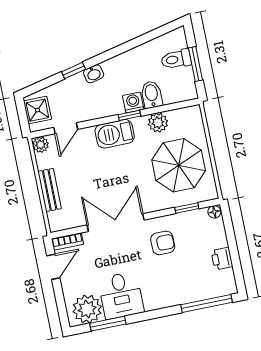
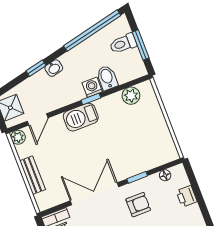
window: (144, 39) -> (92, 31), added
plant: (158, 123) -> (131, 96), moved
parasol: (179, 165) -> (141, 135), removed
window: (187, 208) -> (137, 177), moved
floor lamp: (214, 212) -> (165, 175), moved
printer: (222, 259) -> (187, 196), moved

